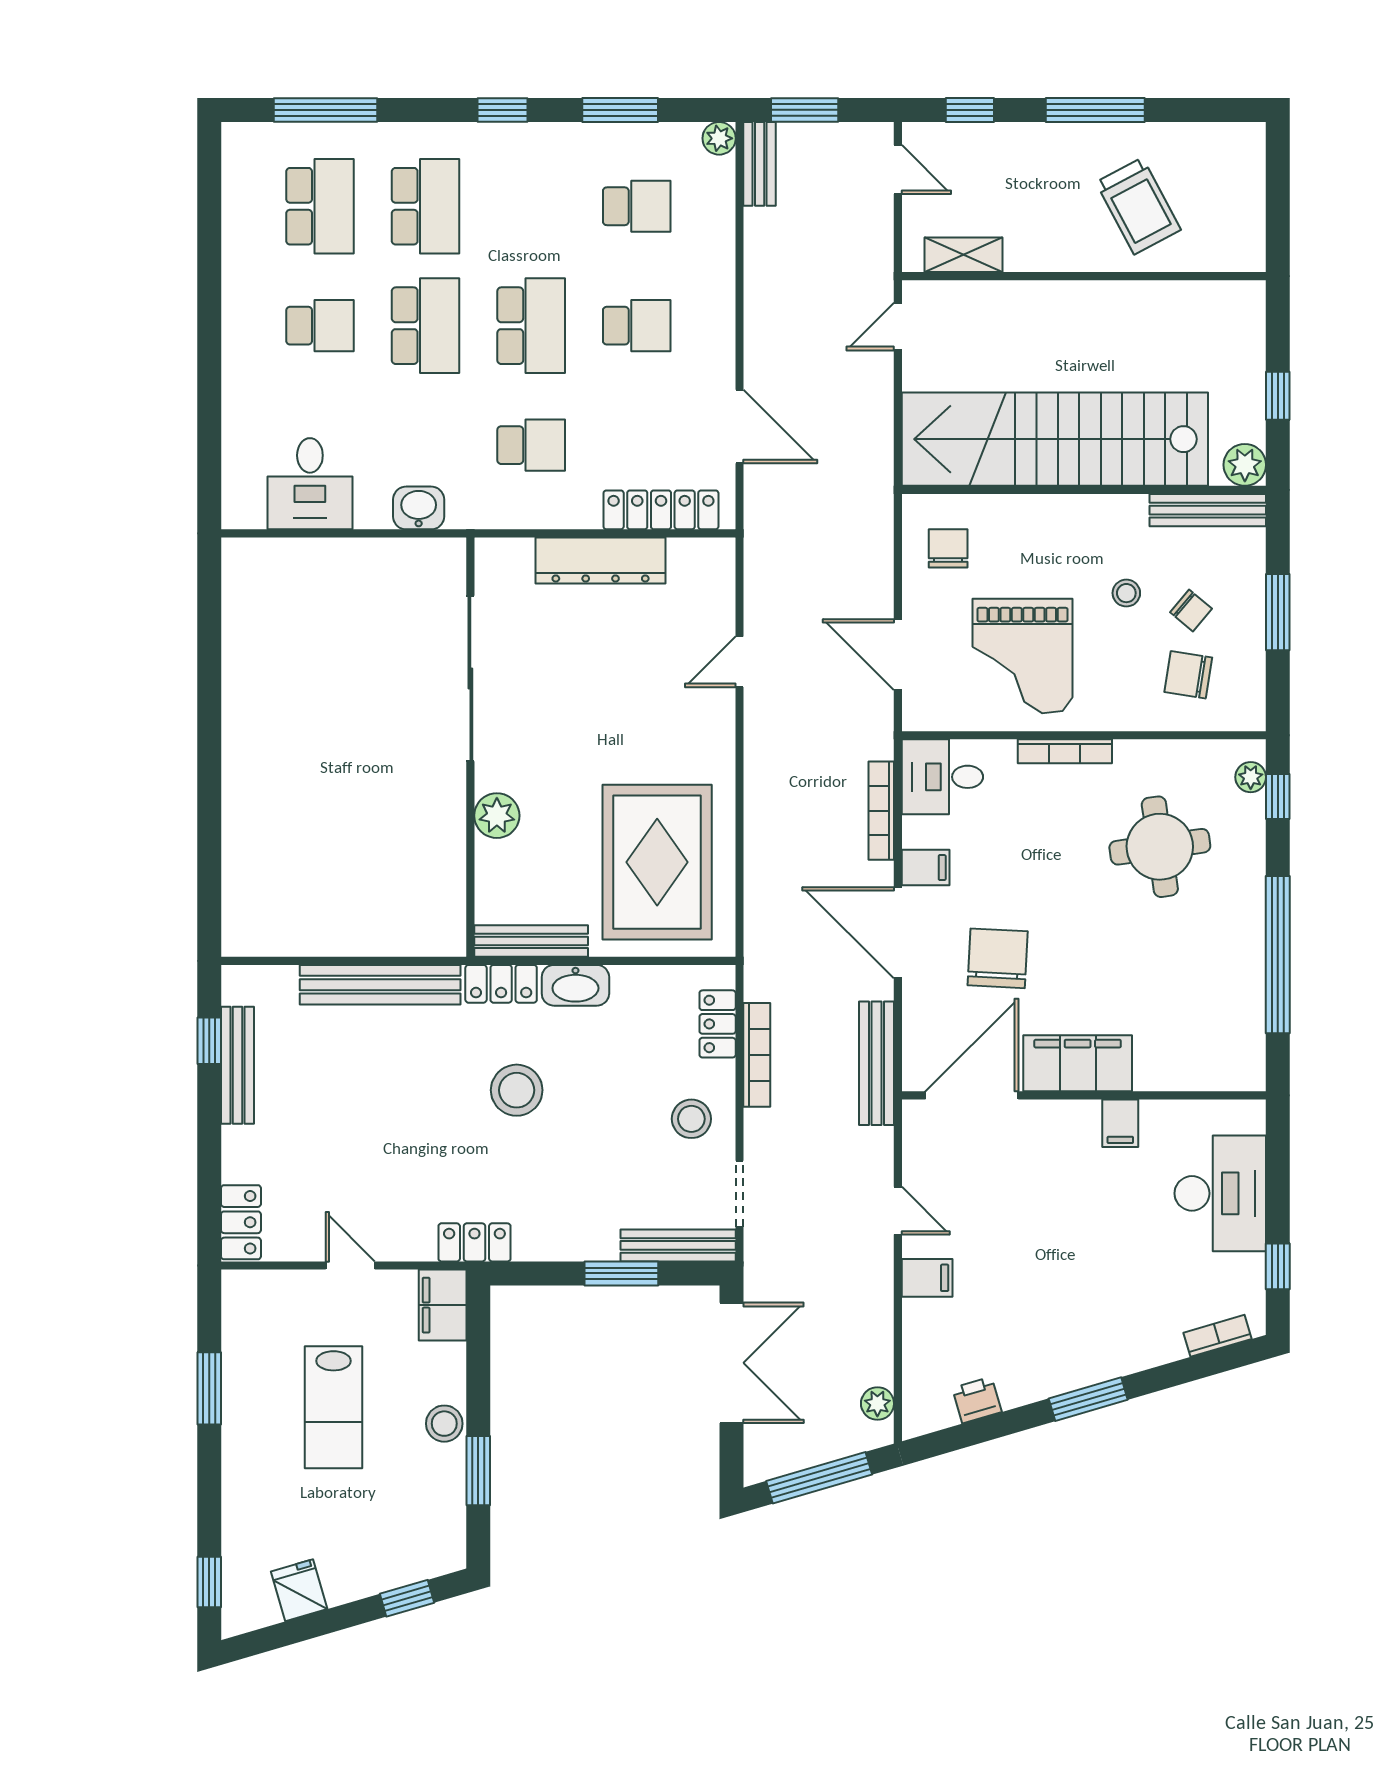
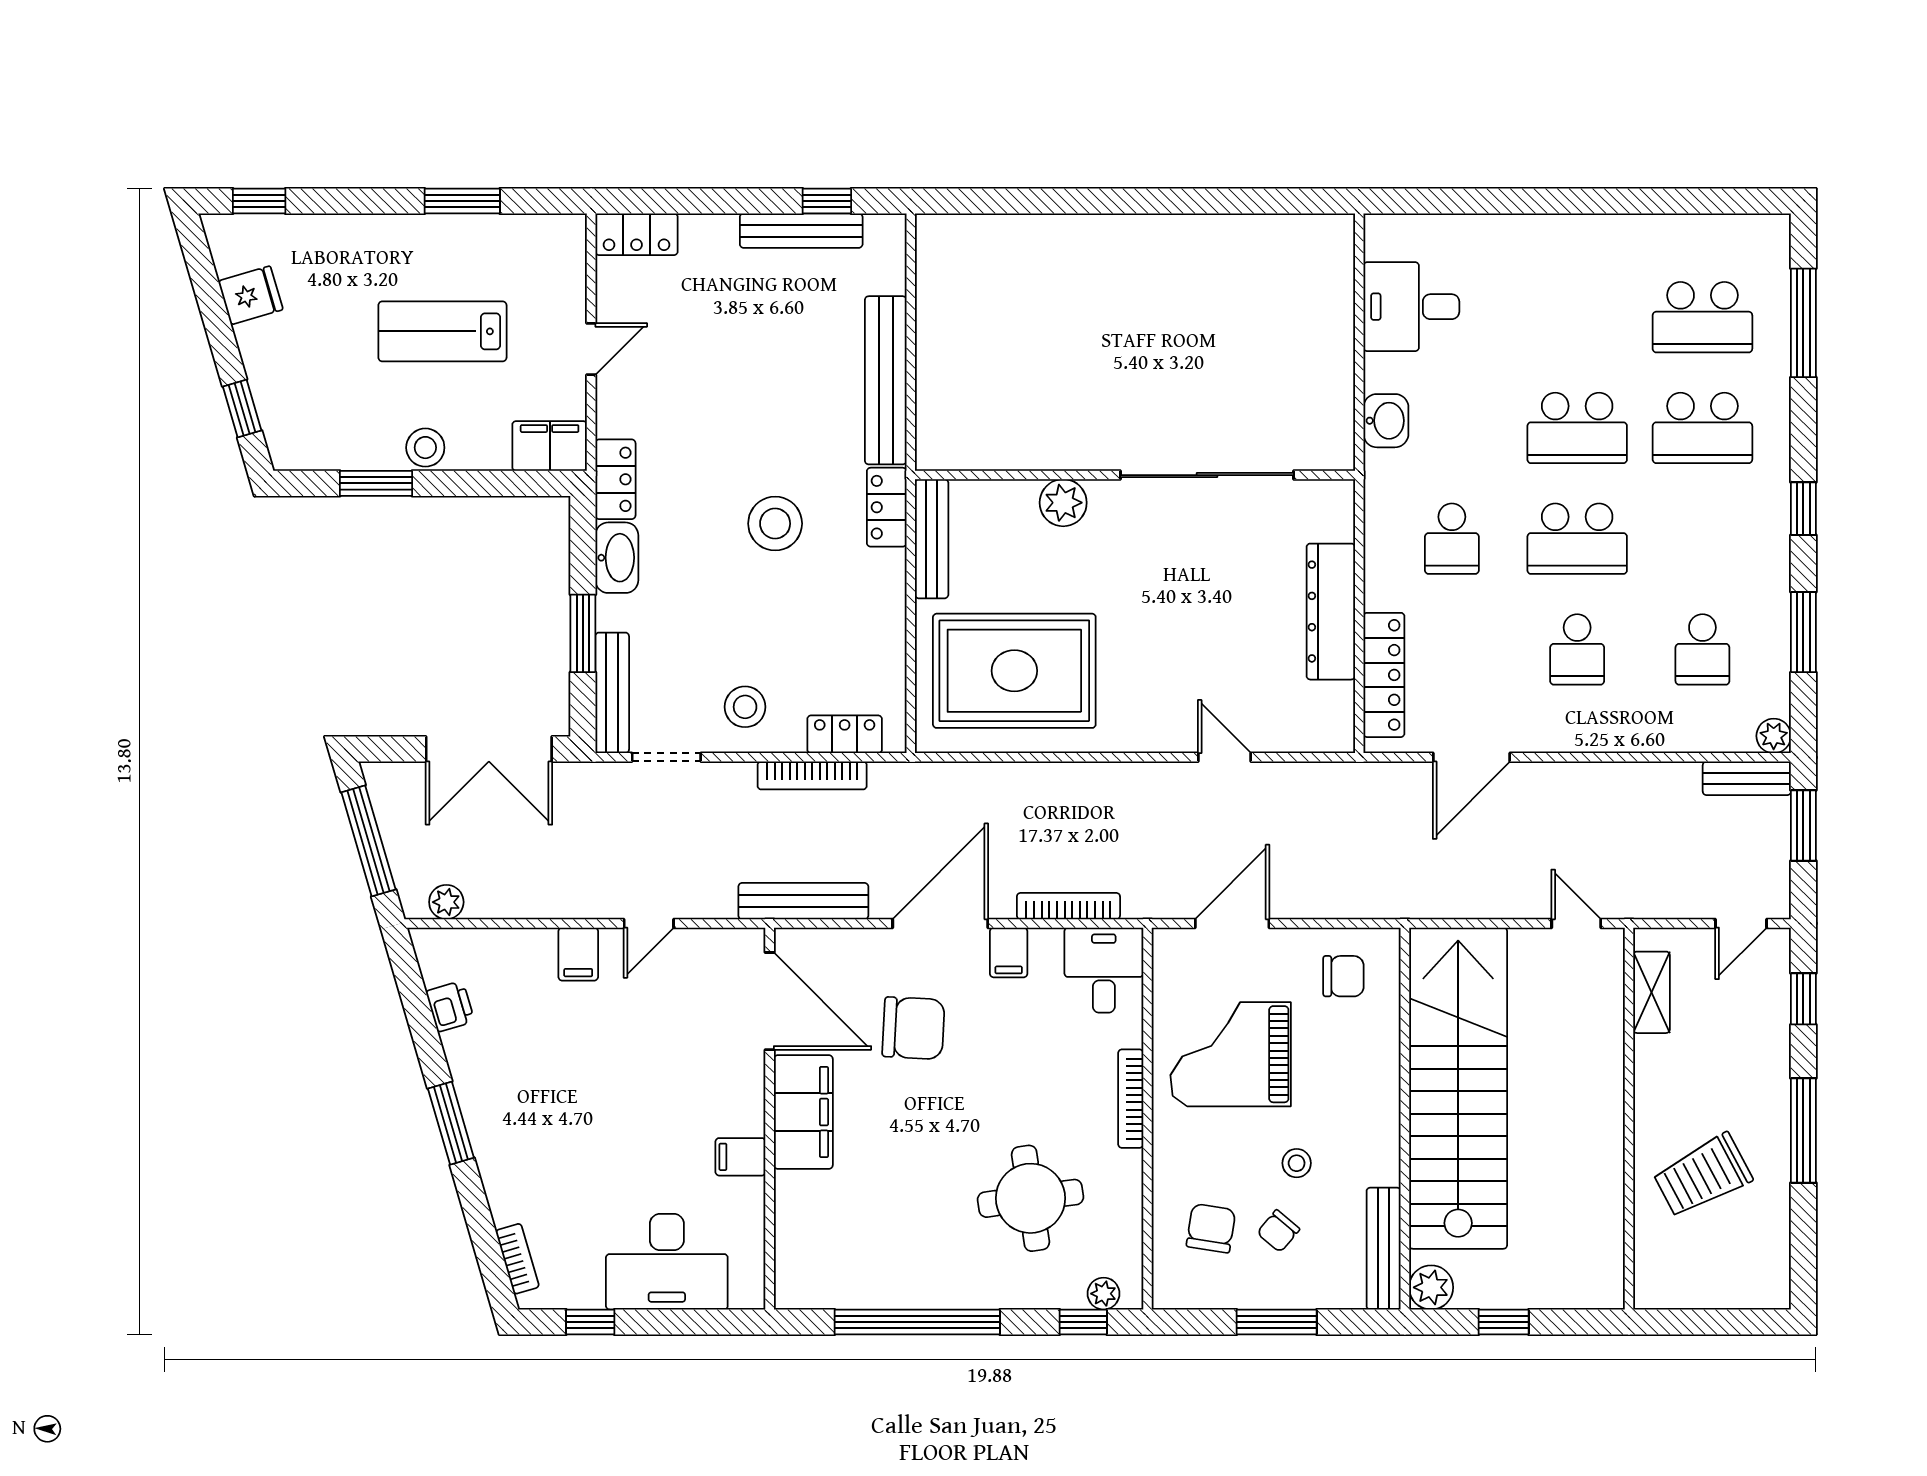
school desk: (320, 326) -> (1577, 317), removed
washbasin: (575, 985) -> (617, 558), moved, turned 180

